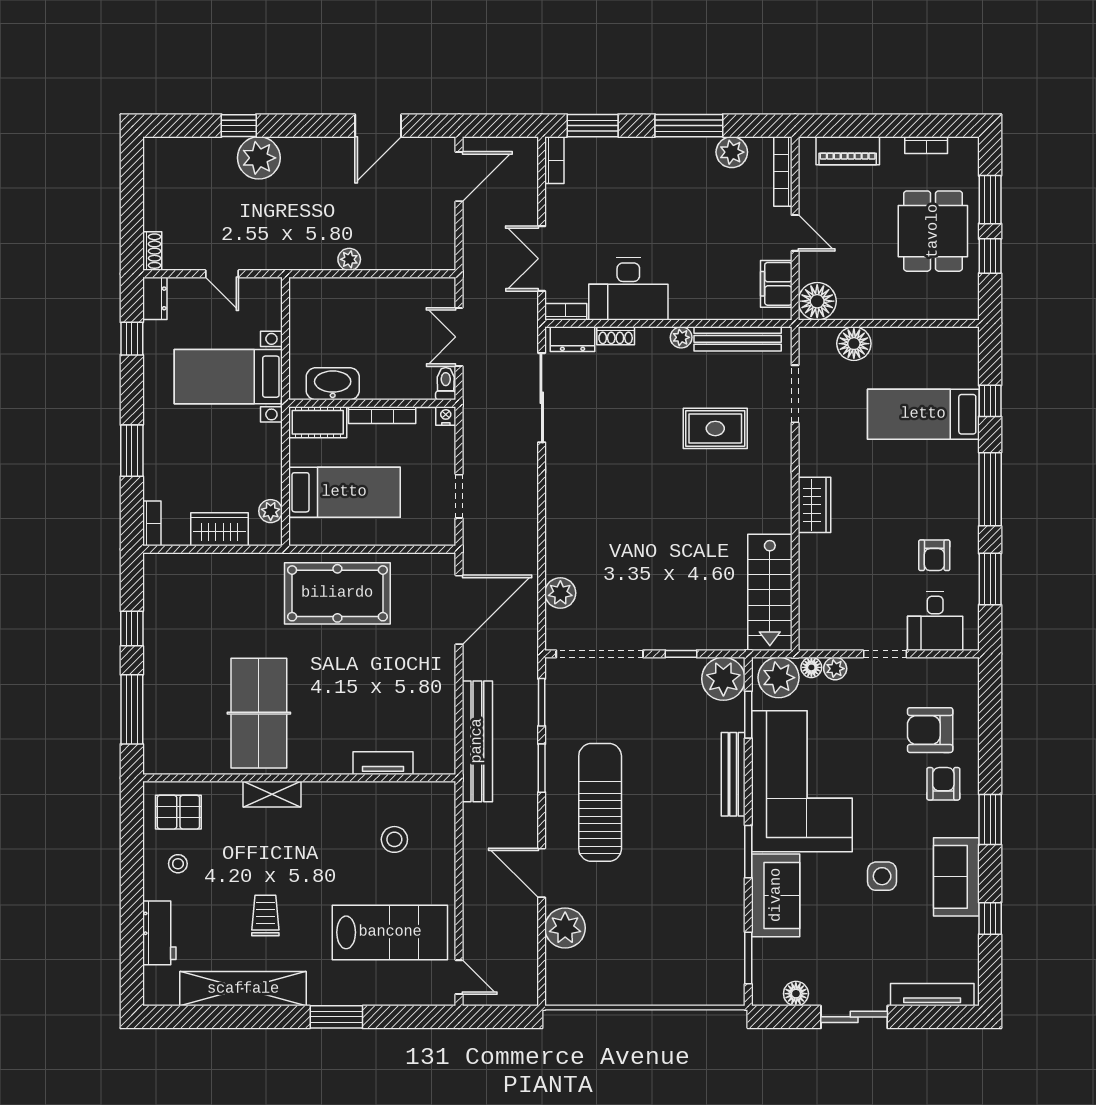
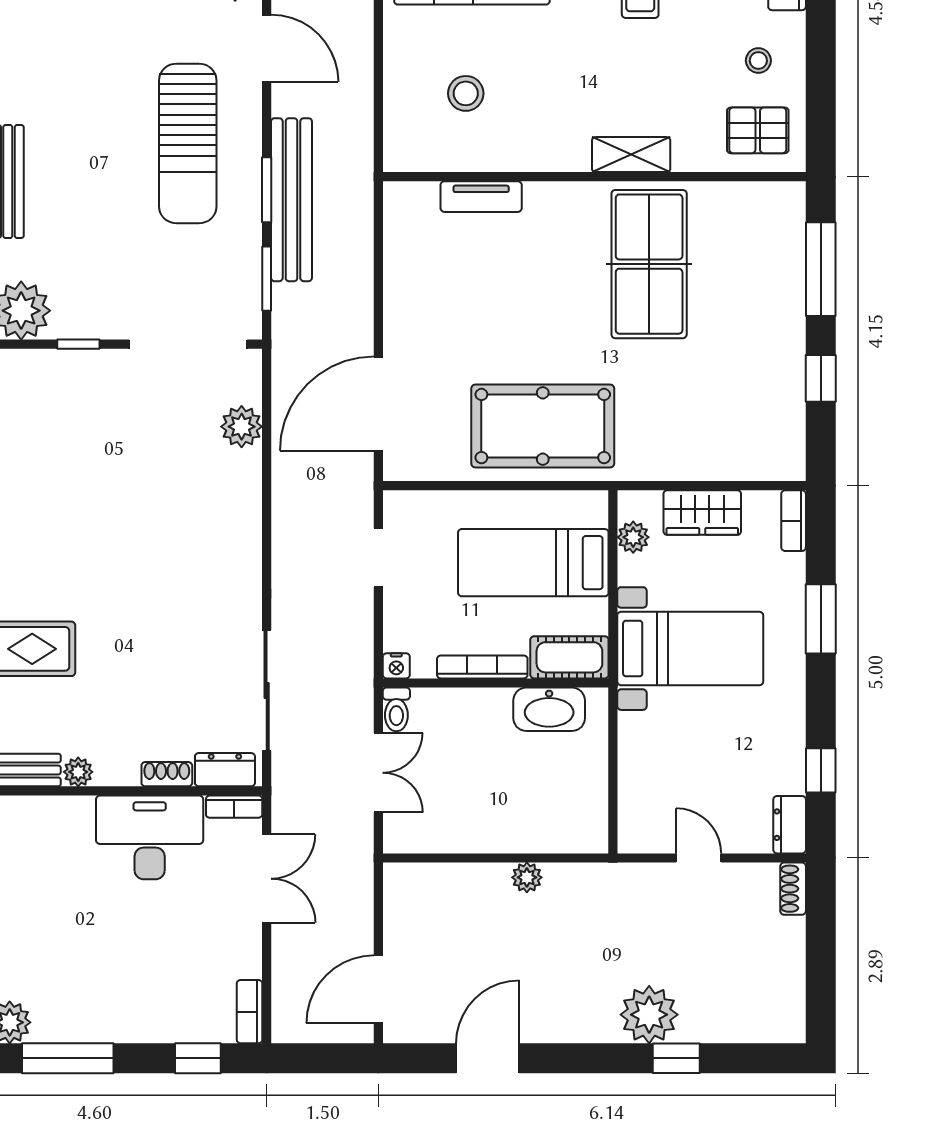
window: (593, 126) -> (198, 1058), width x0.67
bed with nightstands: (228, 377) -> (690, 649), moved
bench: (477, 741) -> (291, 200), moved

